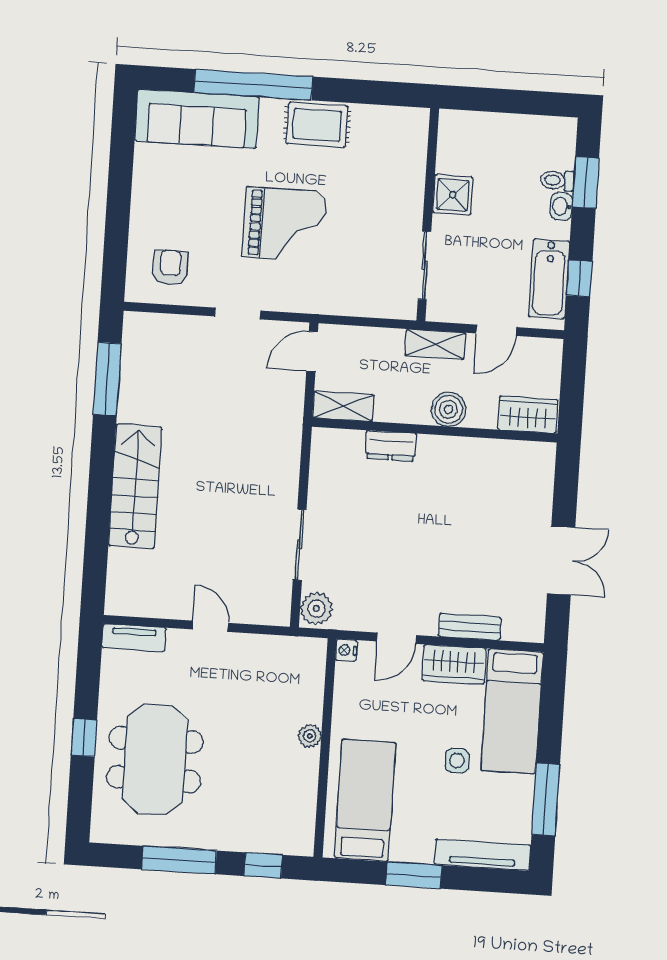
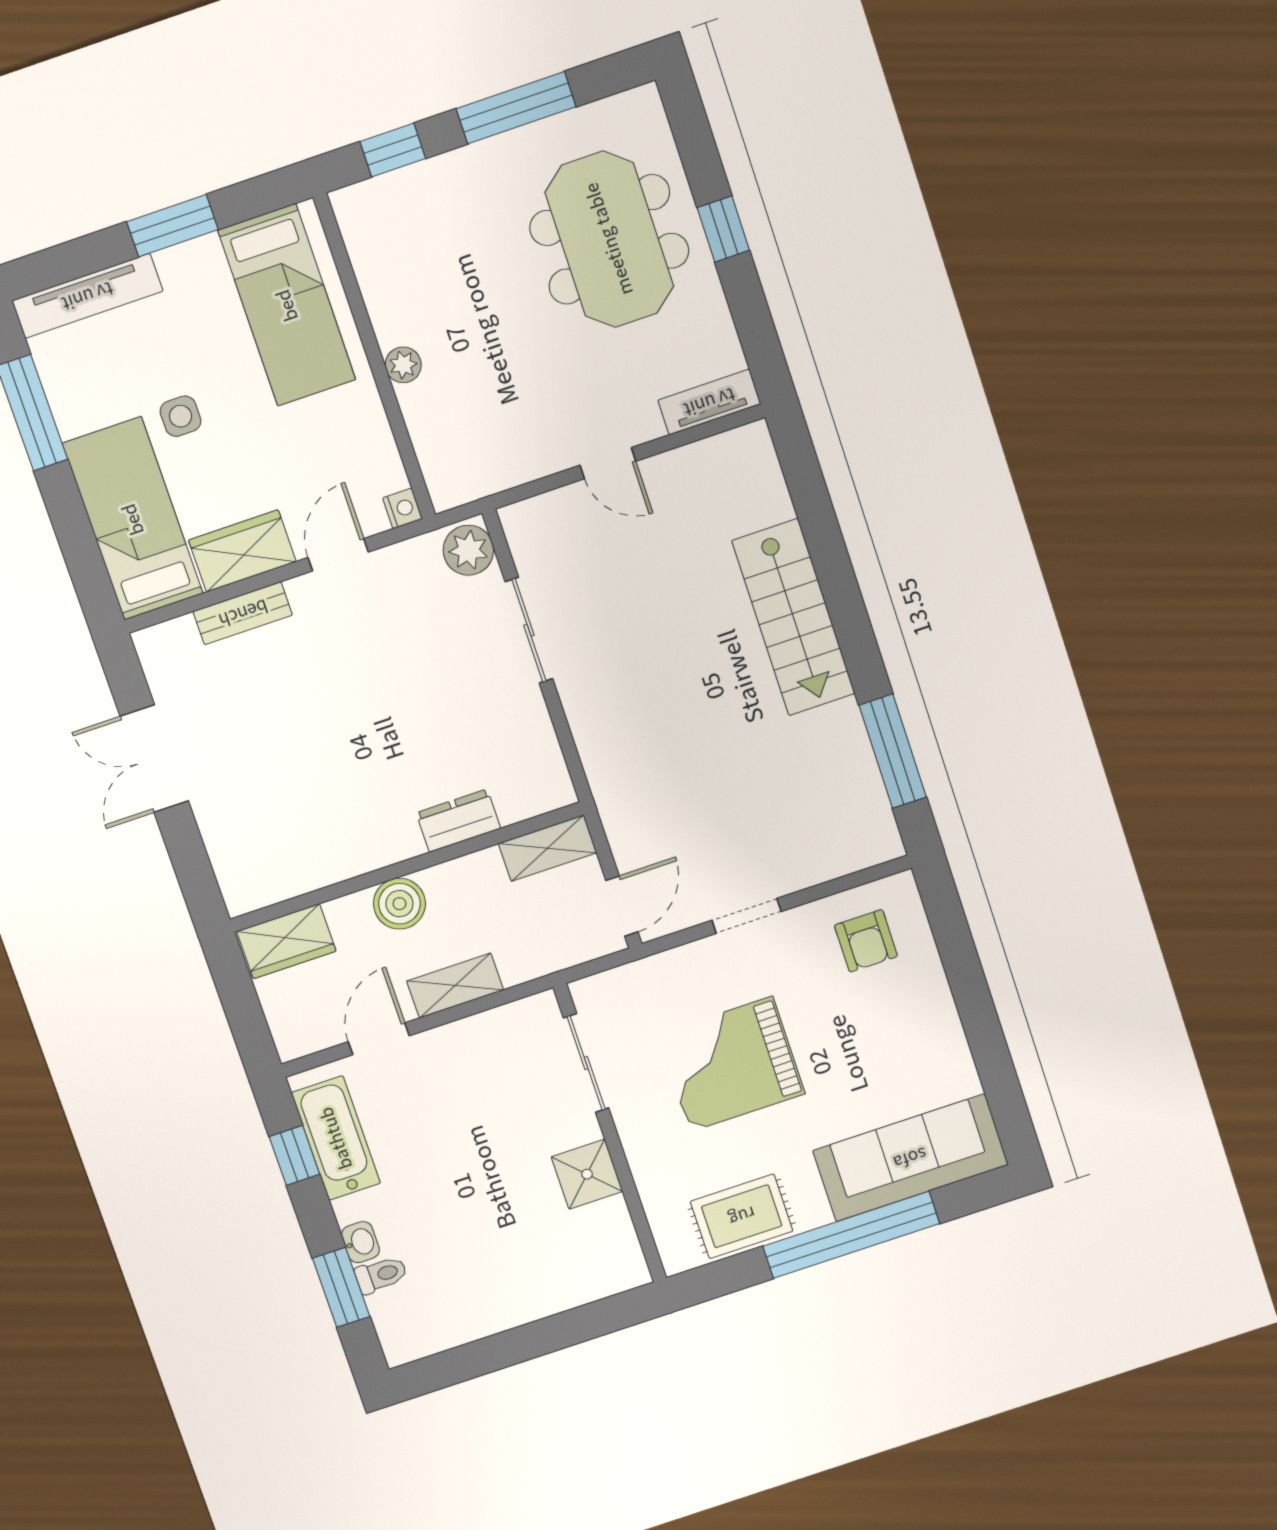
shower: (453, 195) -> (587, 1174), moved
wall: (428, 215) -> (610, 1134), moved
sliding door: (424, 265) -> (586, 1063), moved

